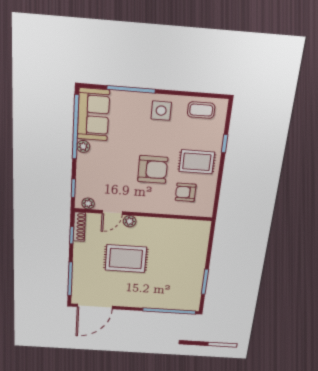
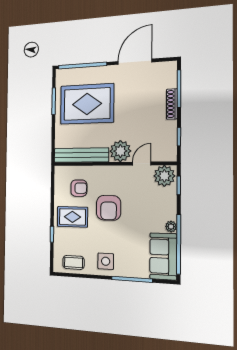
armchair: (153, 169) -> (109, 208), turned -90
plant: (88, 203) -> (164, 176), width x1.87, depth x1.87
plant: (130, 221) -> (120, 151), width x1.88, depth x1.88
bench: (179, 226) -> (81, 155), added
shoe rack: (79, 227) -> (172, 104), moved
rug: (126, 259) -> (87, 104), moved, width x1.37, depth x1.44
door: (95, 306) -> (135, 62), moved

